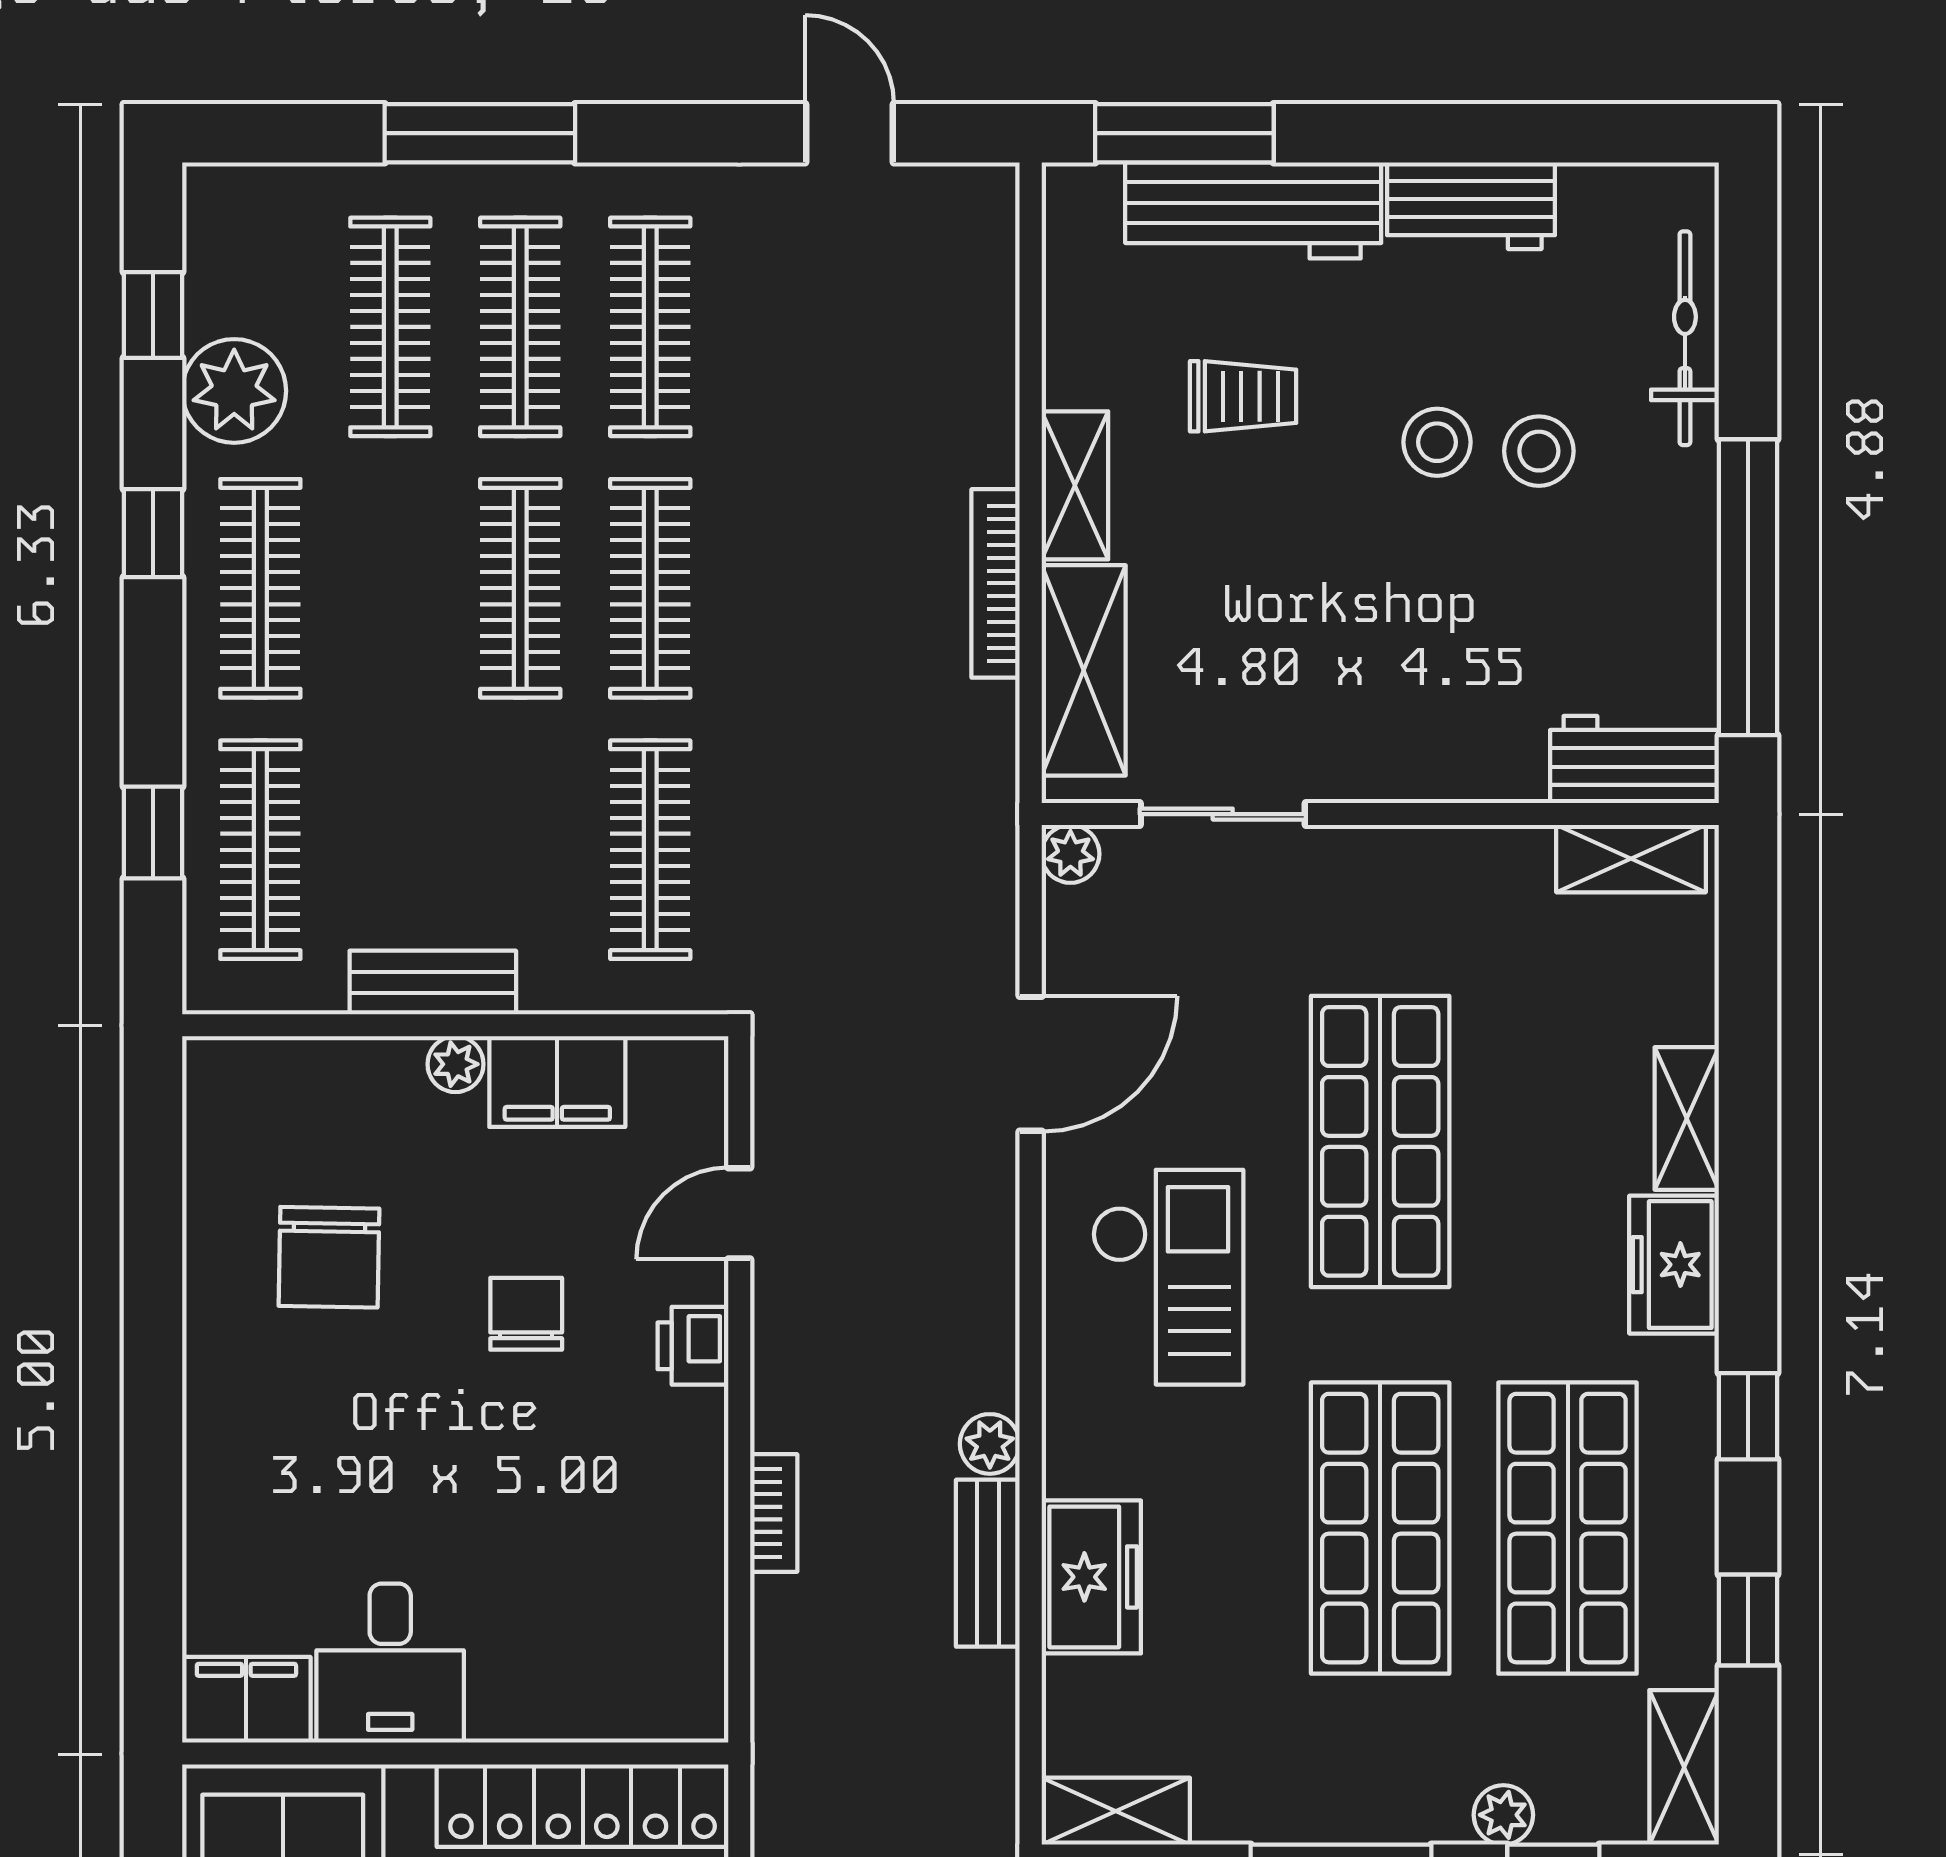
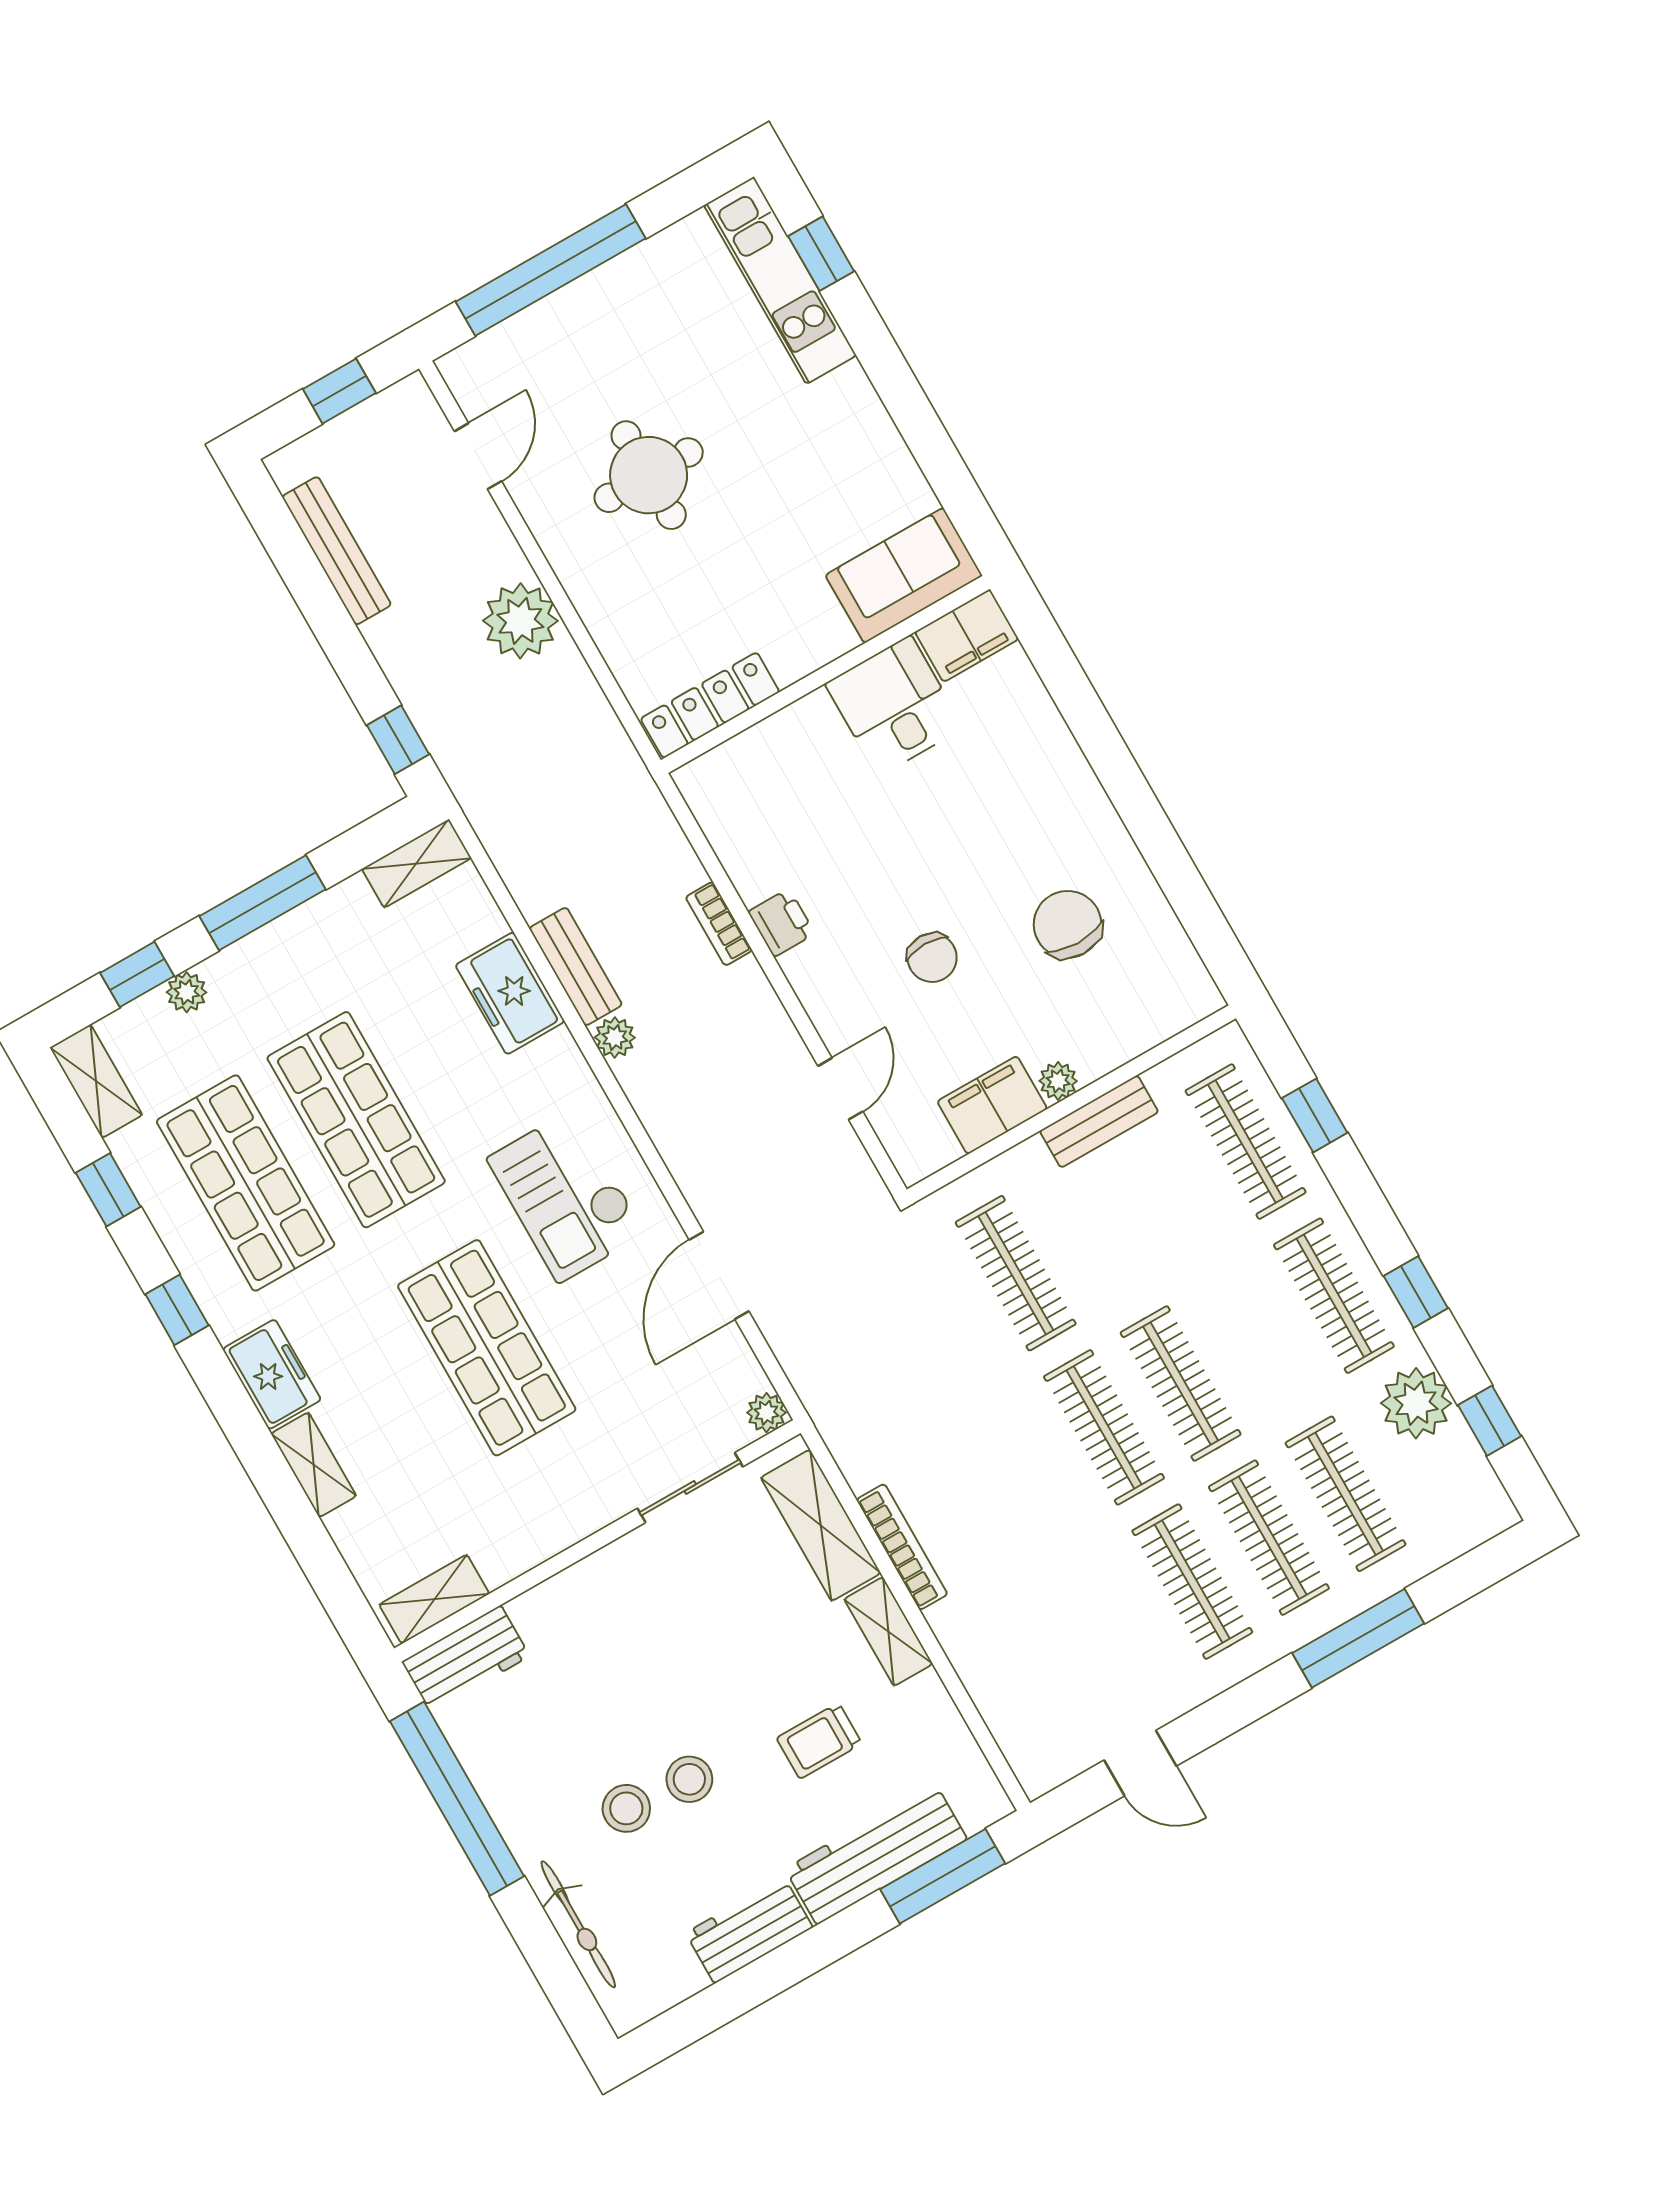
printer: (693, 1346) -> (781, 923), moved
locker: (583, 1806) -> (710, 705), width x0.71, depth x0.83

